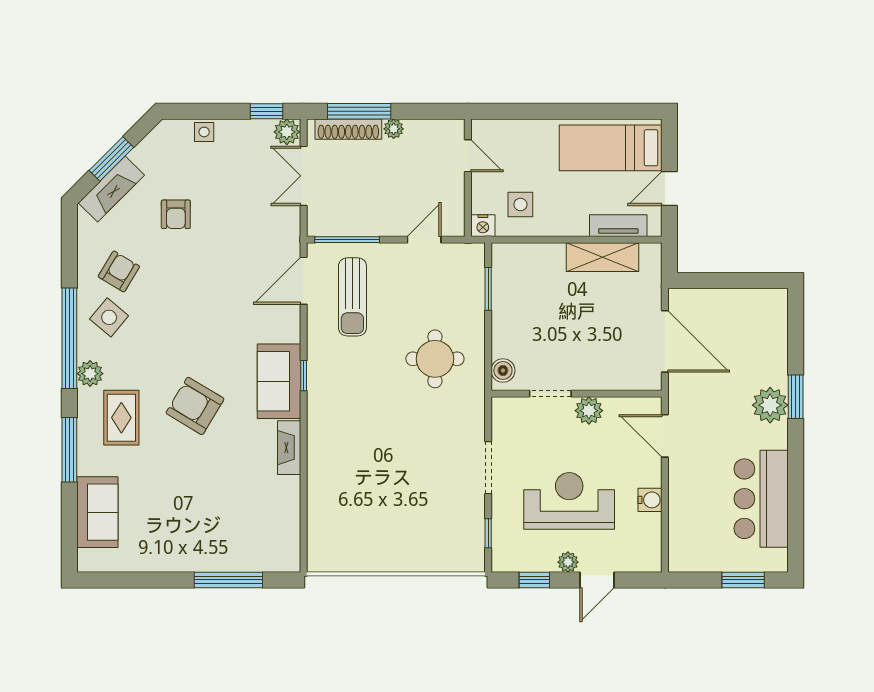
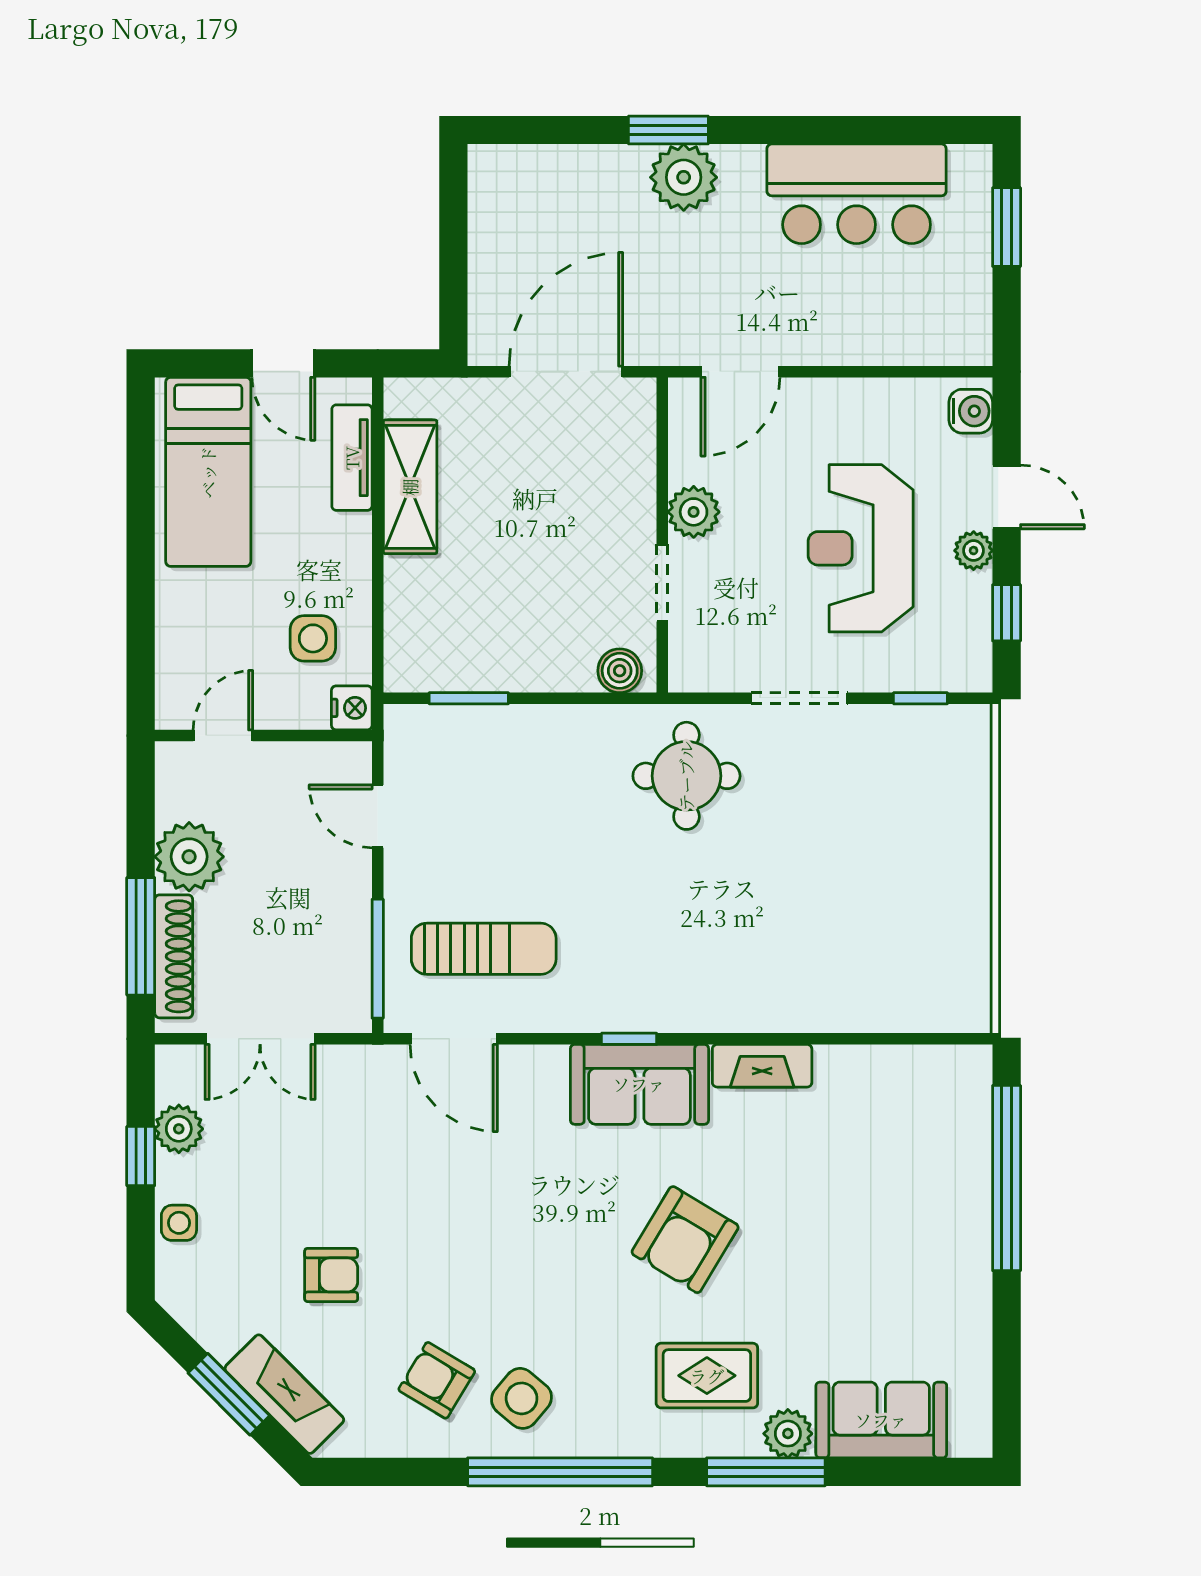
window: (266, 111) -> (141, 1156), moved
plant: (394, 129) -> (189, 857), width x1.88, depth x1.88
plant: (287, 132) -> (179, 1129), moved
round table: (435, 359) -> (686, 776), moved
plant: (90, 374) -> (788, 1434), moved
water cooler: (650, 500) -> (971, 411), moved, turned 90
window: (228, 580) -> (1007, 1178), width x1.46

